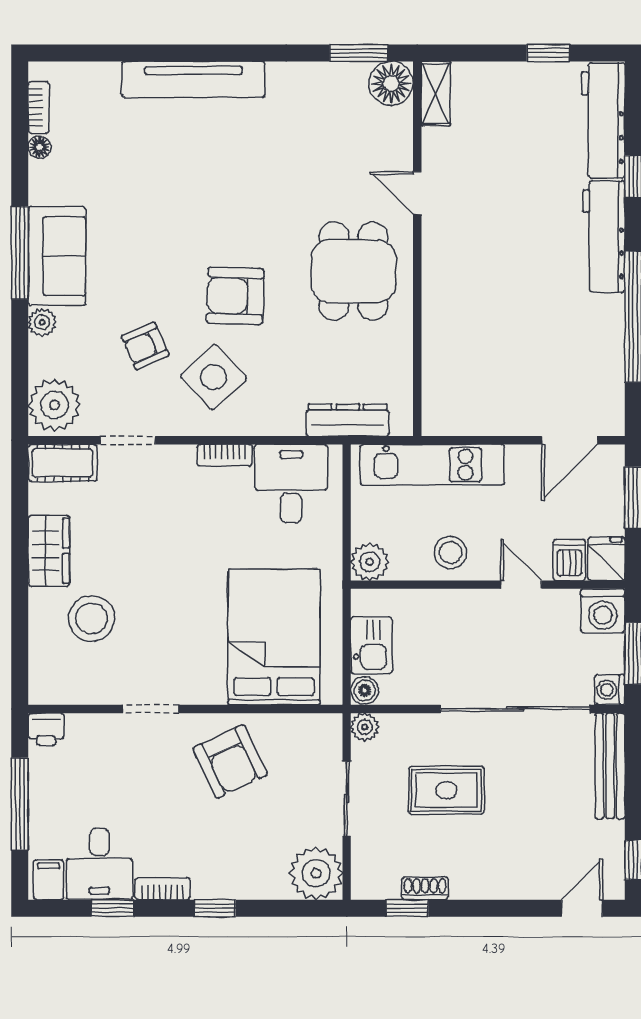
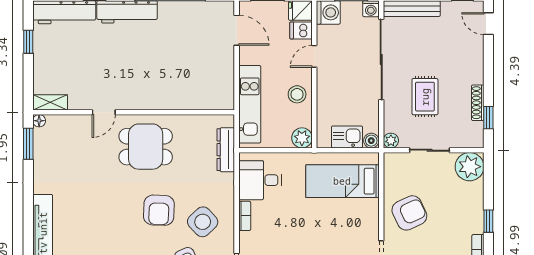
floor lamp: (391, 83) -> (39, 121), width x0.53, depth x0.53
bed: (274, 637) -> (342, 181), width x0.67
shoe rack: (425, 888) -> (478, 103), width x1.43

